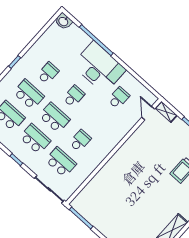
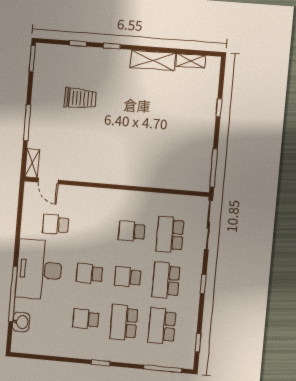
washbasin: (64, 21) -> (21, 322), moved
door: (148, 113) -> (48, 181), hinge flipped
school desk: (54, 118) -> (128, 277), width x0.54

